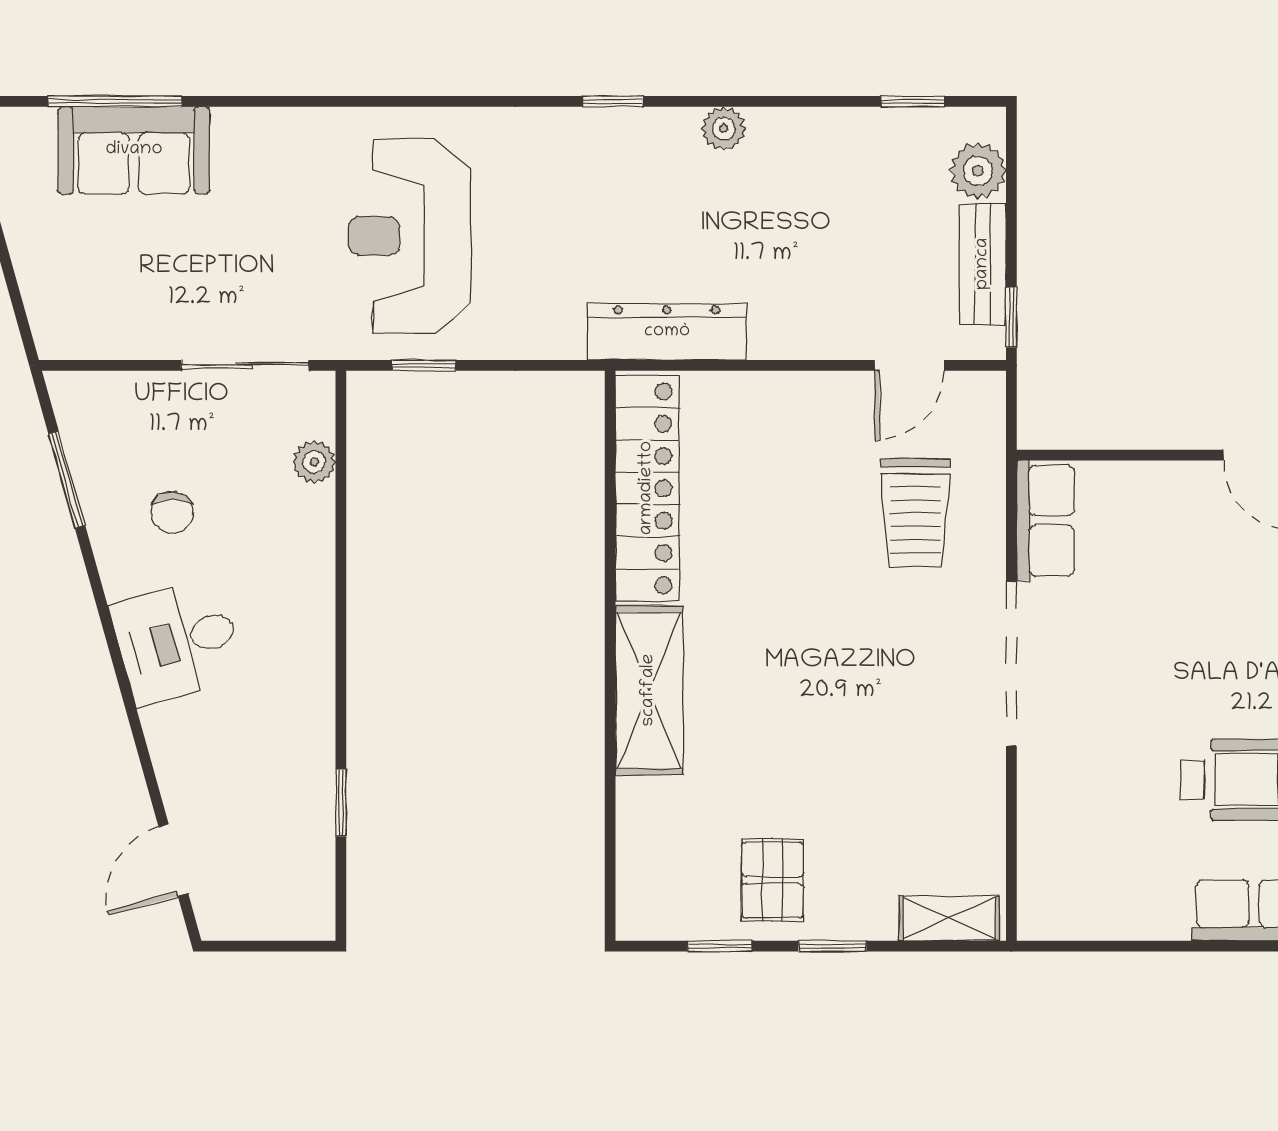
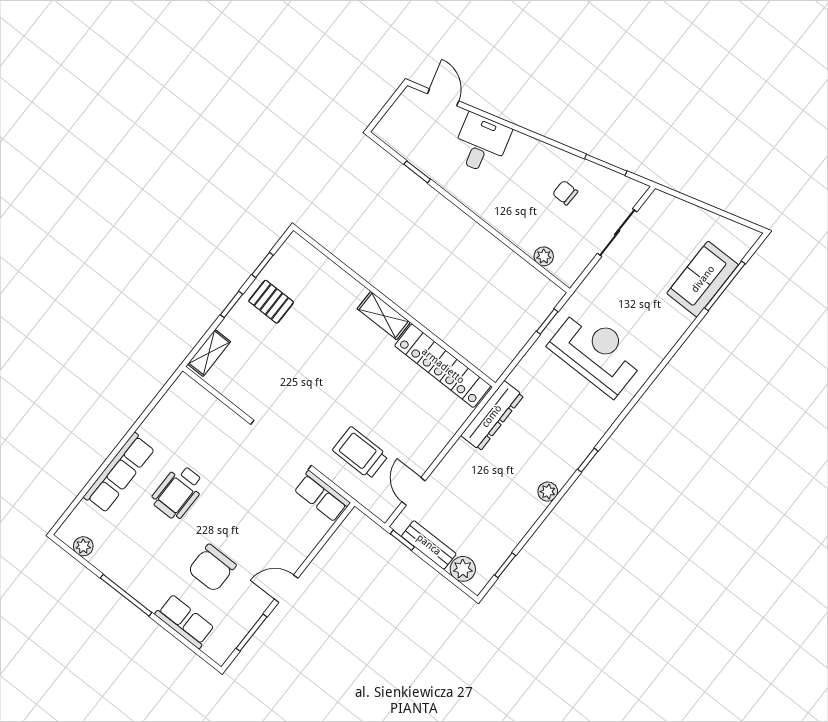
sliding door: (245, 365) -> (617, 233), moved
desk: (178, 641) -> (481, 144), moved
shelving: (649, 690) -> (384, 316), width x0.67, depth x0.75

